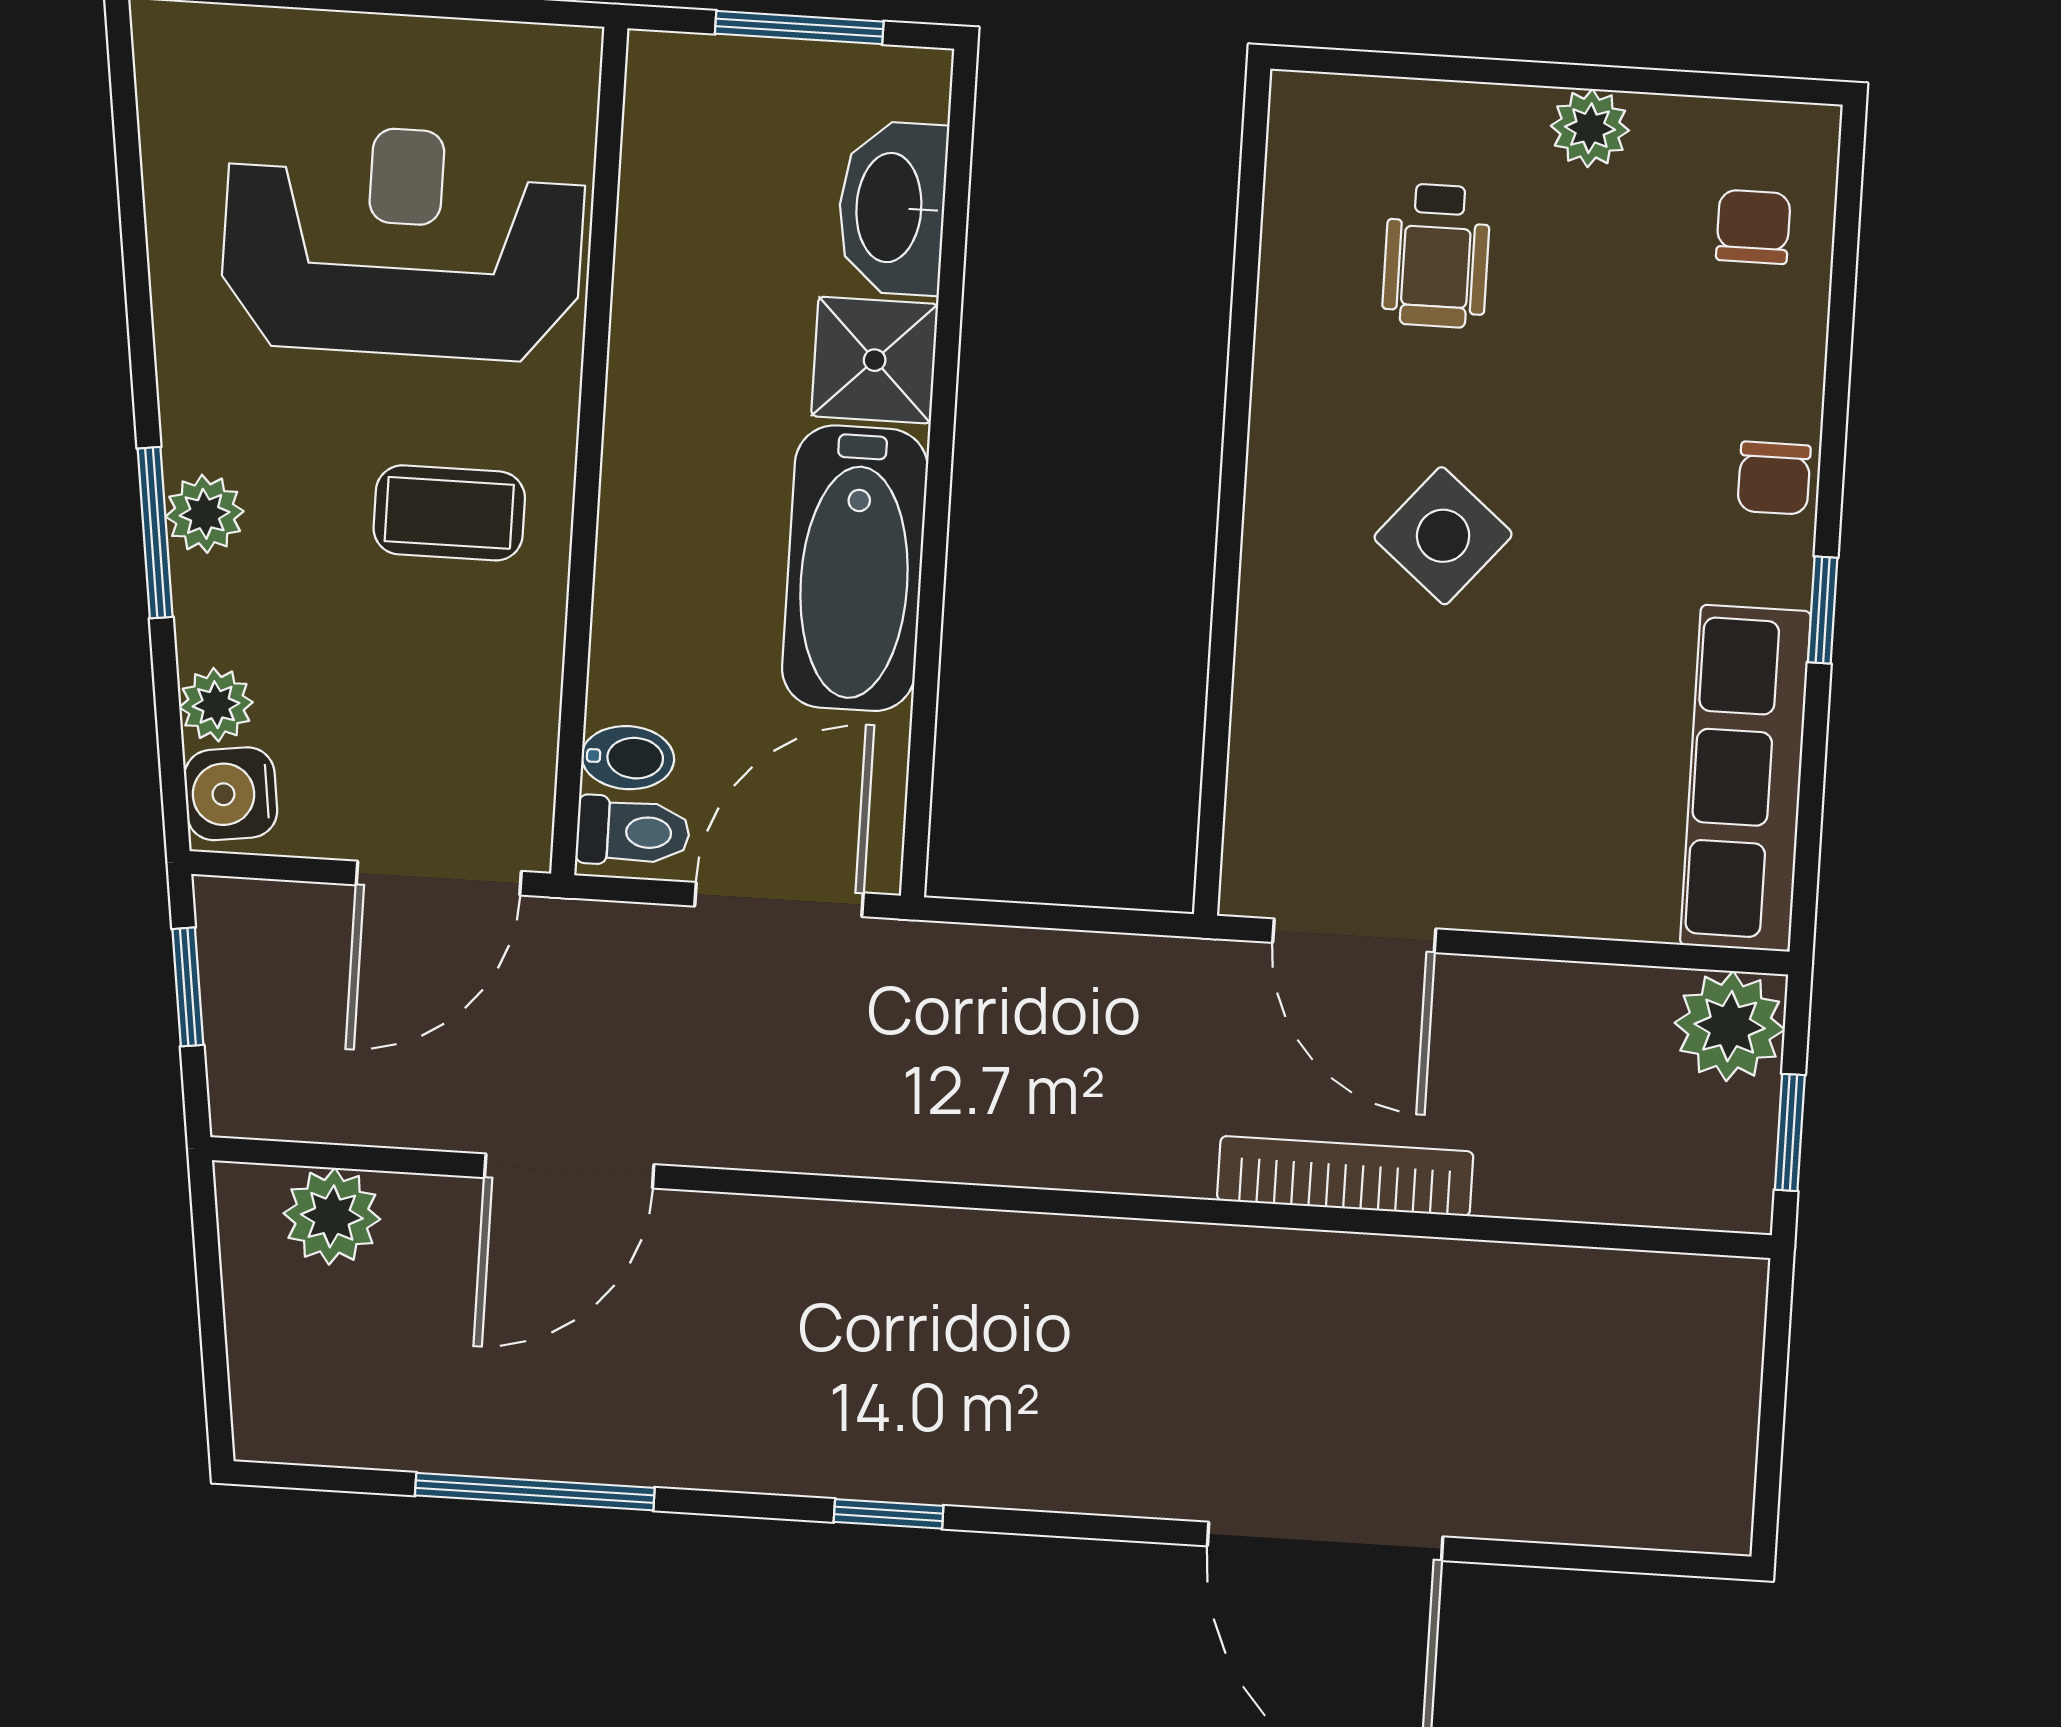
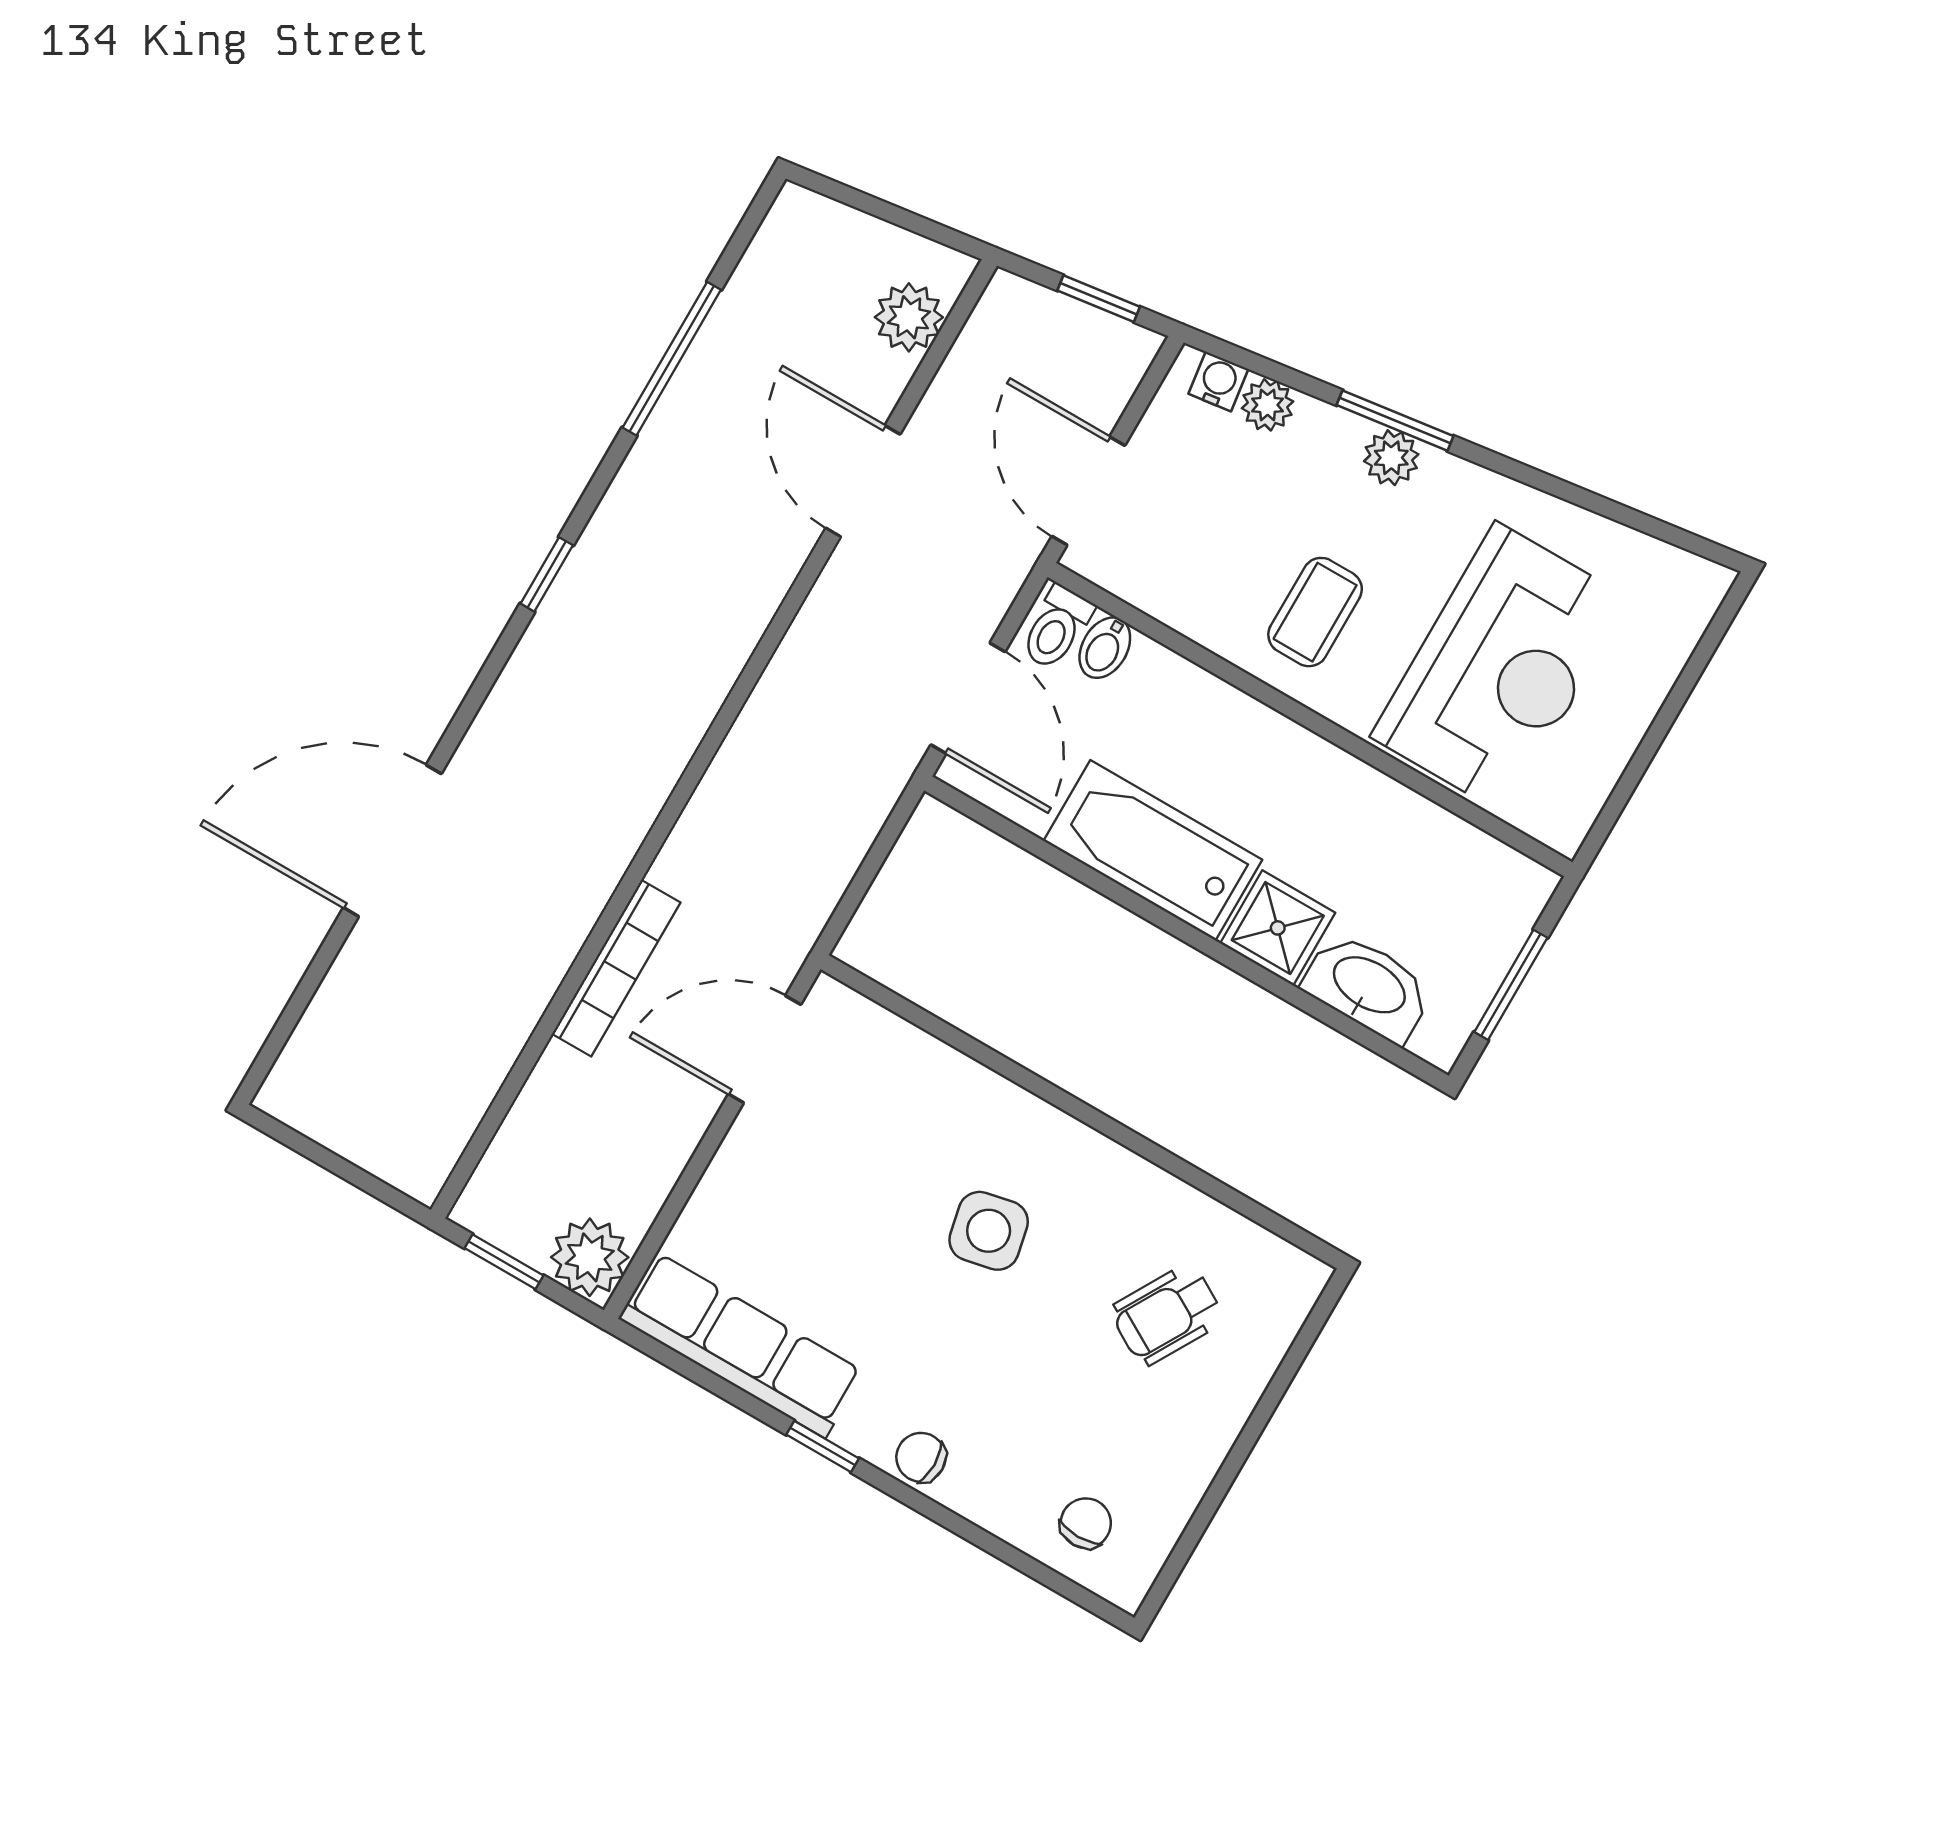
plant: (1590, 128) -> (1199, 1451), removed
chair: (1753, 227) -> (1086, 1523), turned -90
wheelchair: (1437, 256) -> (1167, 1315), turned -60
side table: (1443, 536) -> (989, 1231), turned 38
water cooler: (231, 794) -> (1218, 381), width x0.72, depth x0.72

